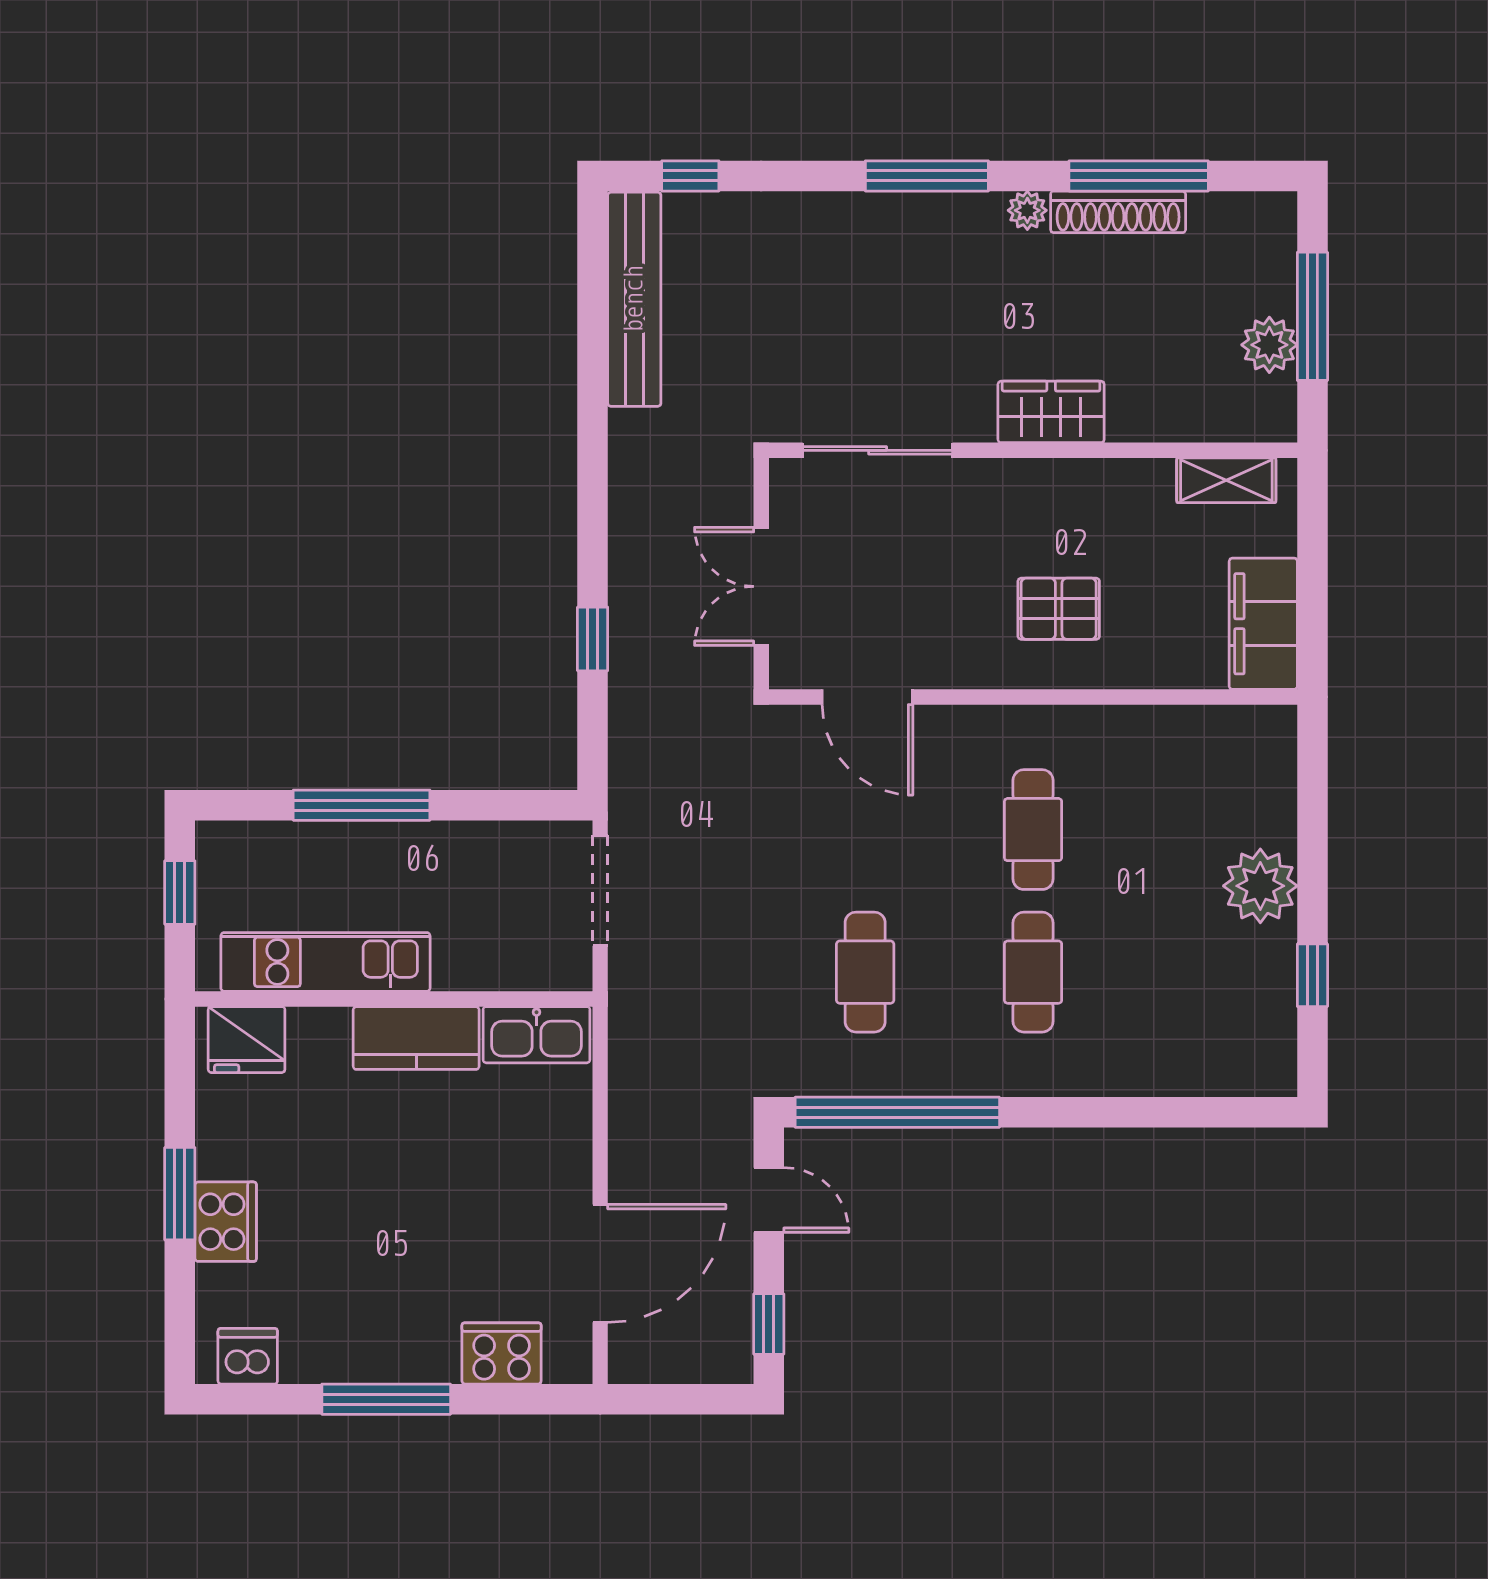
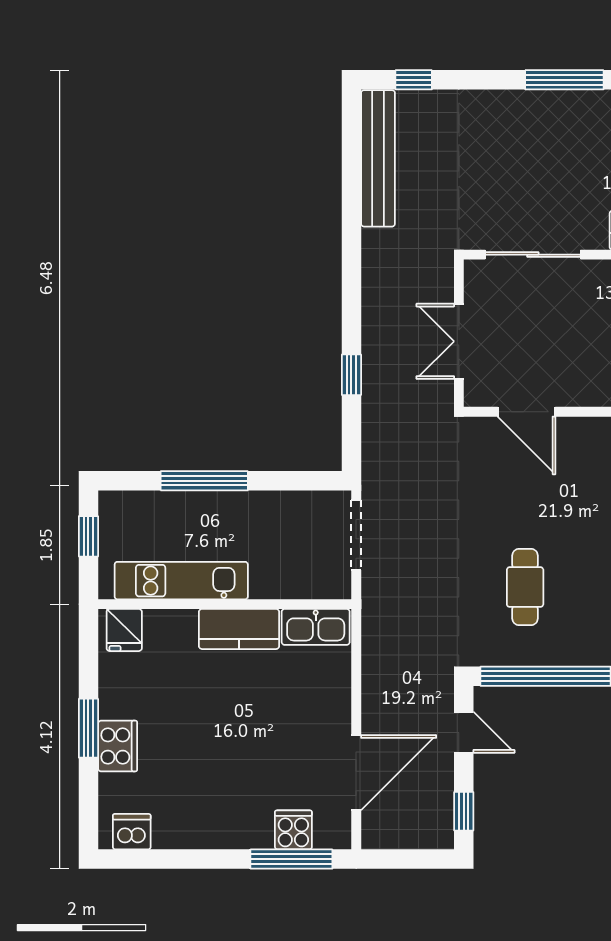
fridge: (247, 1040) -> (124, 630), width x0.72
cooker: (502, 1353) -> (293, 830), width x0.73
window: (386, 1399) -> (291, 859), moved

